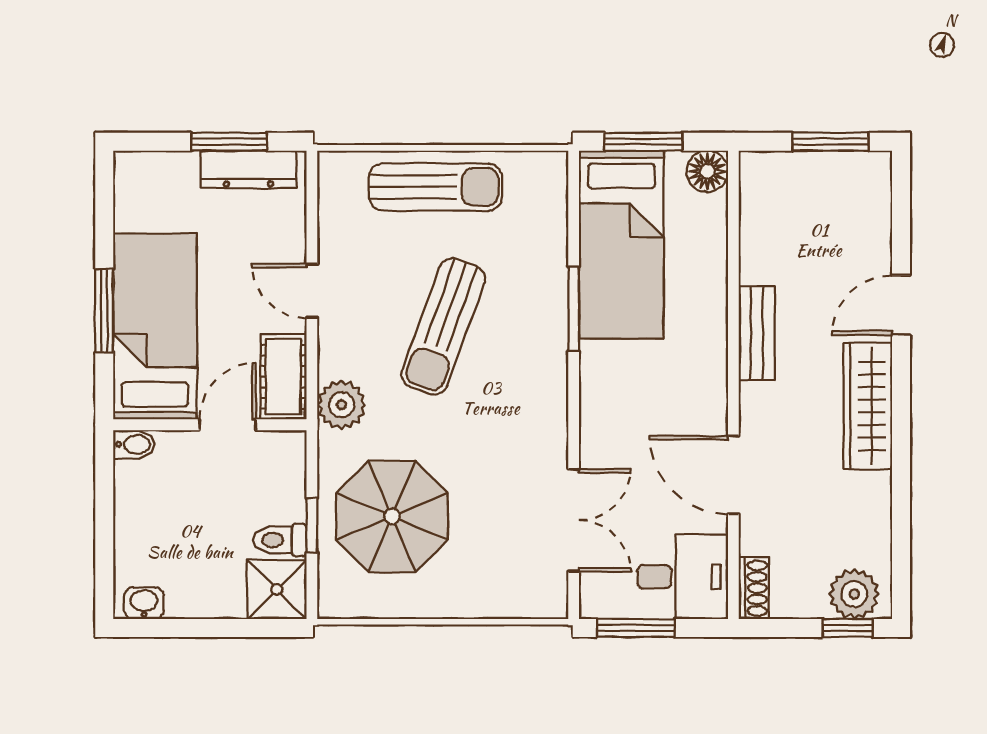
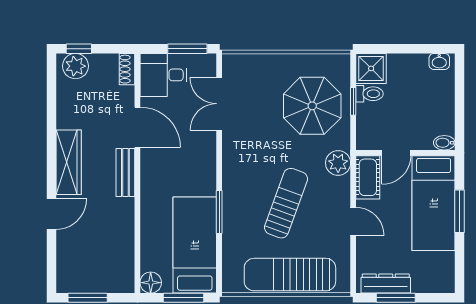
sun lounger: (435, 187) -> (290, 275), width x1.36, depth x1.34
bench: (757, 333) -> (125, 173), moved

